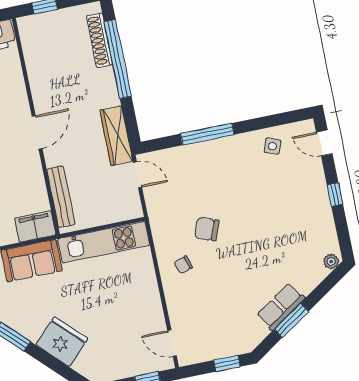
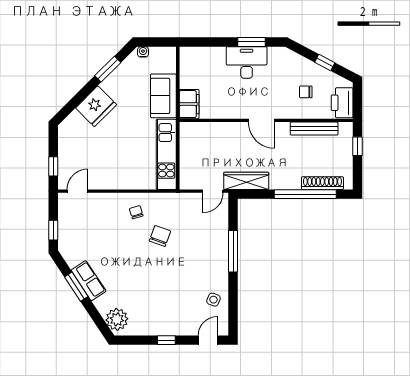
bench: (61, 197) -> (314, 129), moved
plant: (331, 261) -> (117, 319), width x1.87, depth x1.87

